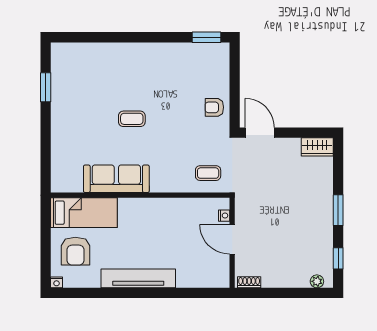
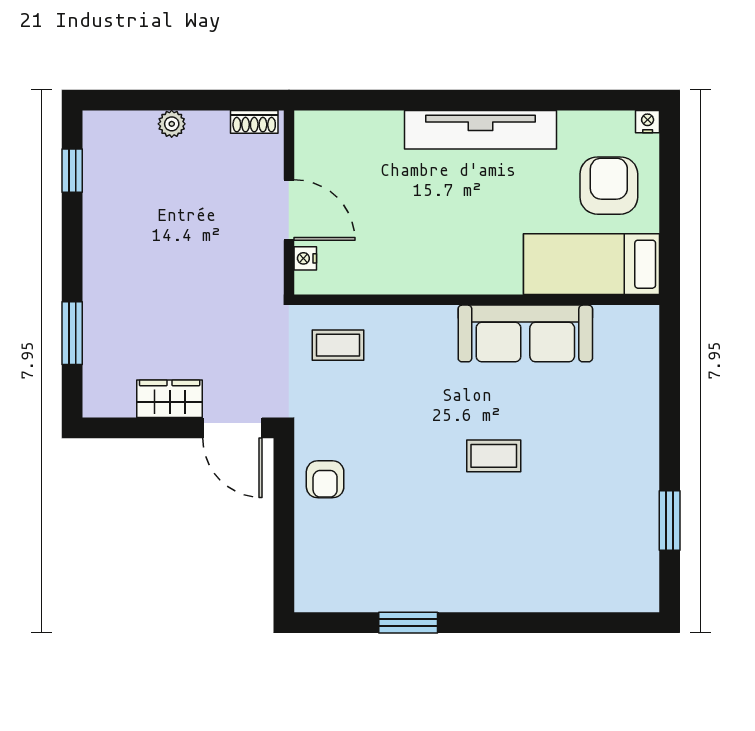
window: (207, 37) -> (408, 623), moved
armchair: (214, 107) -> (325, 479), turned 90
wardrobe: (317, 147) -> (170, 399), moved
window: (338, 210) -> (72, 333), moved
plant: (317, 281) -> (172, 124), moved

